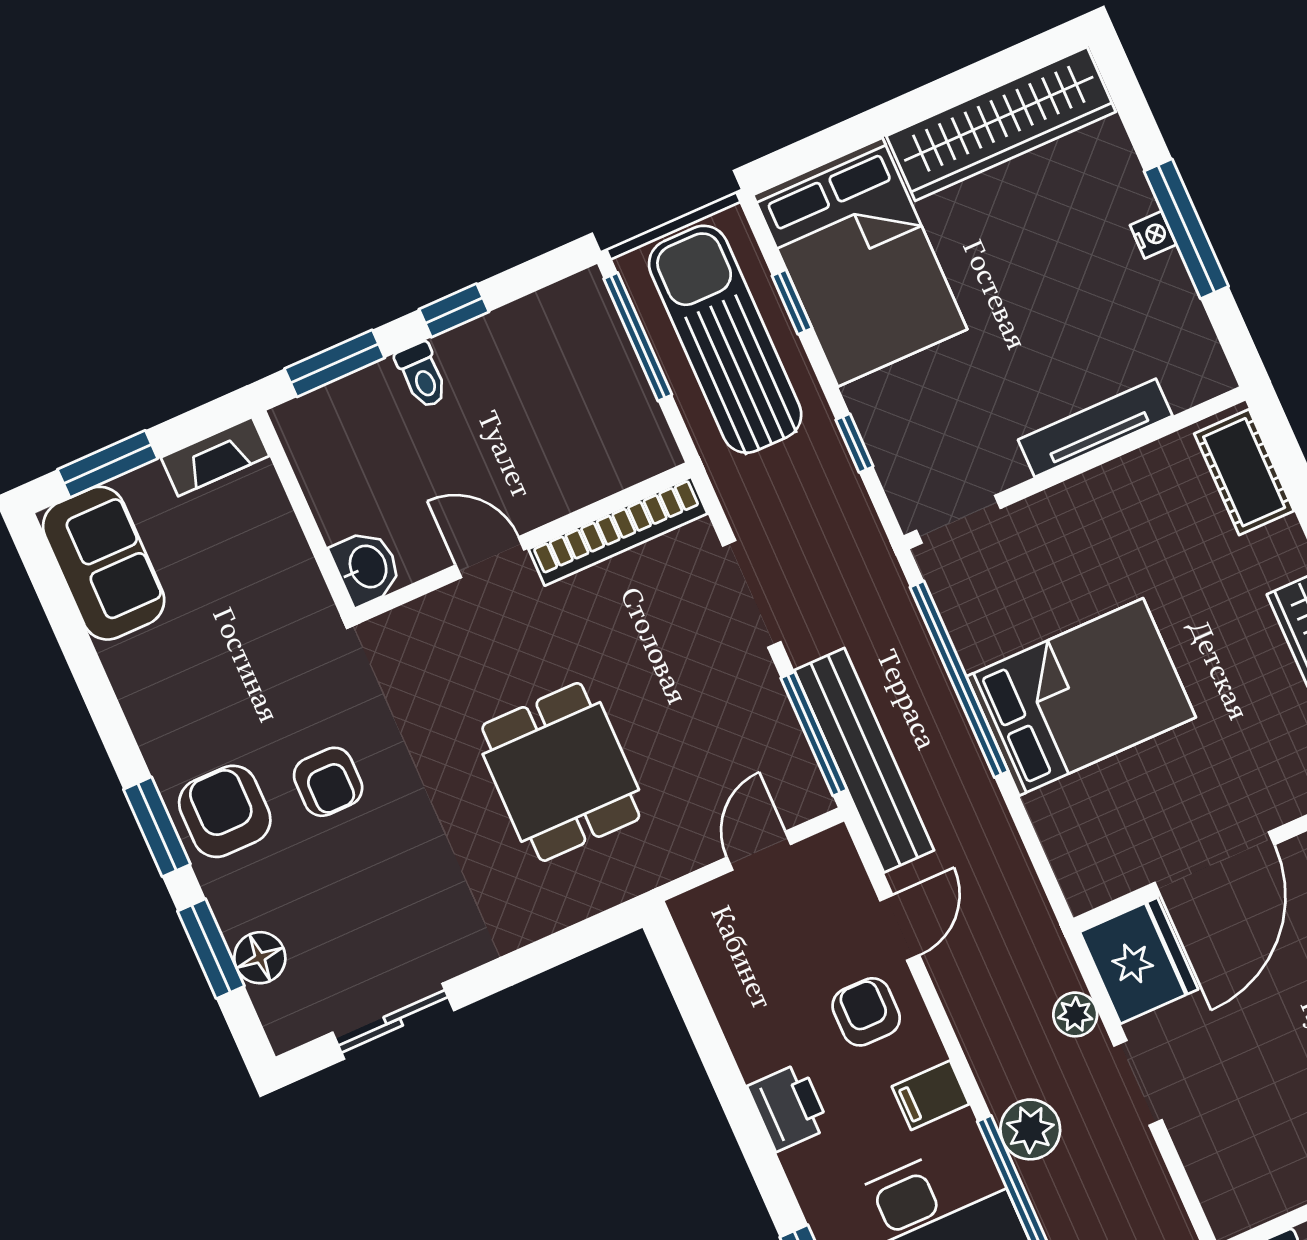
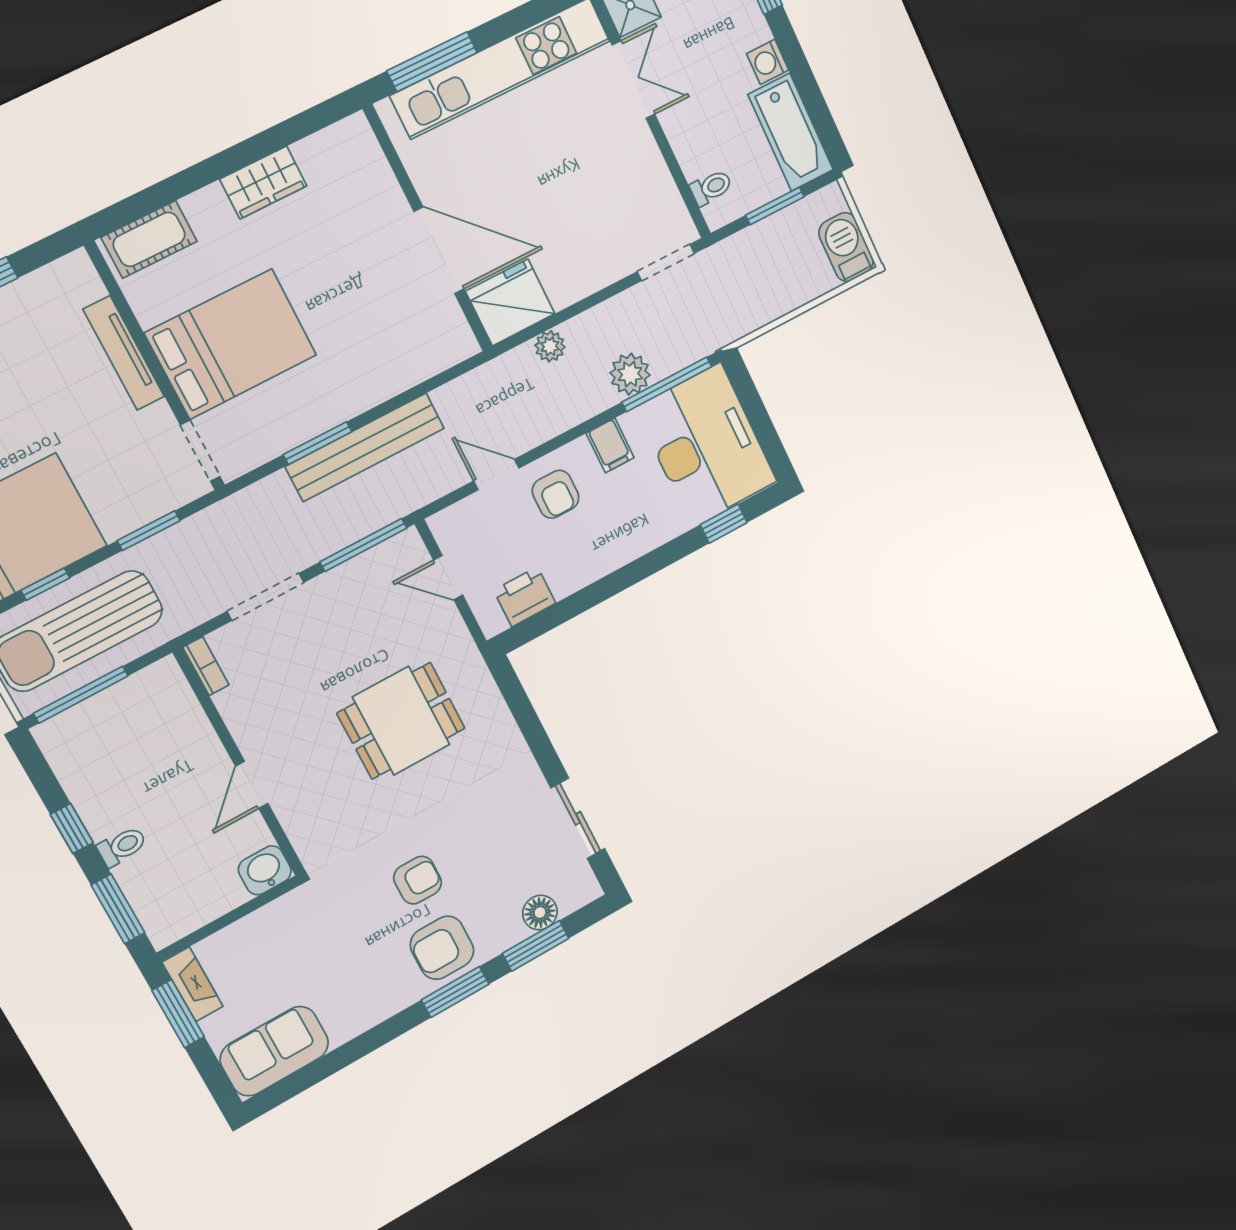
window: (854, 443) -> (149, 531), width x1.50
window: (108, 464) -> (178, 1014), moved
bookcase: (618, 531) -> (206, 666), width x0.43, depth x0.76
window: (959, 679) -> (318, 443), width x0.47
bed: (1081, 697) -> (231, 344), moved, turned 90
bench: (864, 760) -> (365, 447), moved
armchair: (866, 1012) -> (556, 494), turned -90
doorway: (1138, 1083) -> (666, 263), moved
printer: (789, 1107) -> (525, 597), moved

